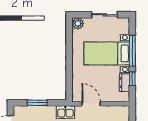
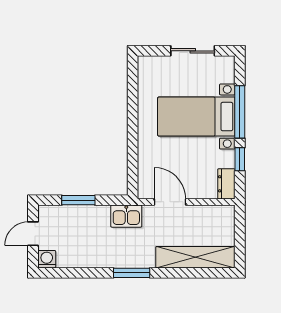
plant: (78, 23) -> (147, 66), removed
dresser: (124, 83) -> (226, 184), moved

